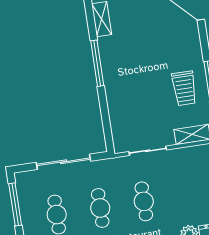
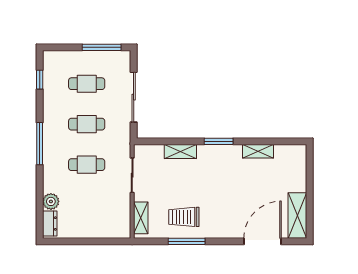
window: (97, 63) -> (219, 141), width x0.69
shelving: (114, 103) -> (180, 152), added

